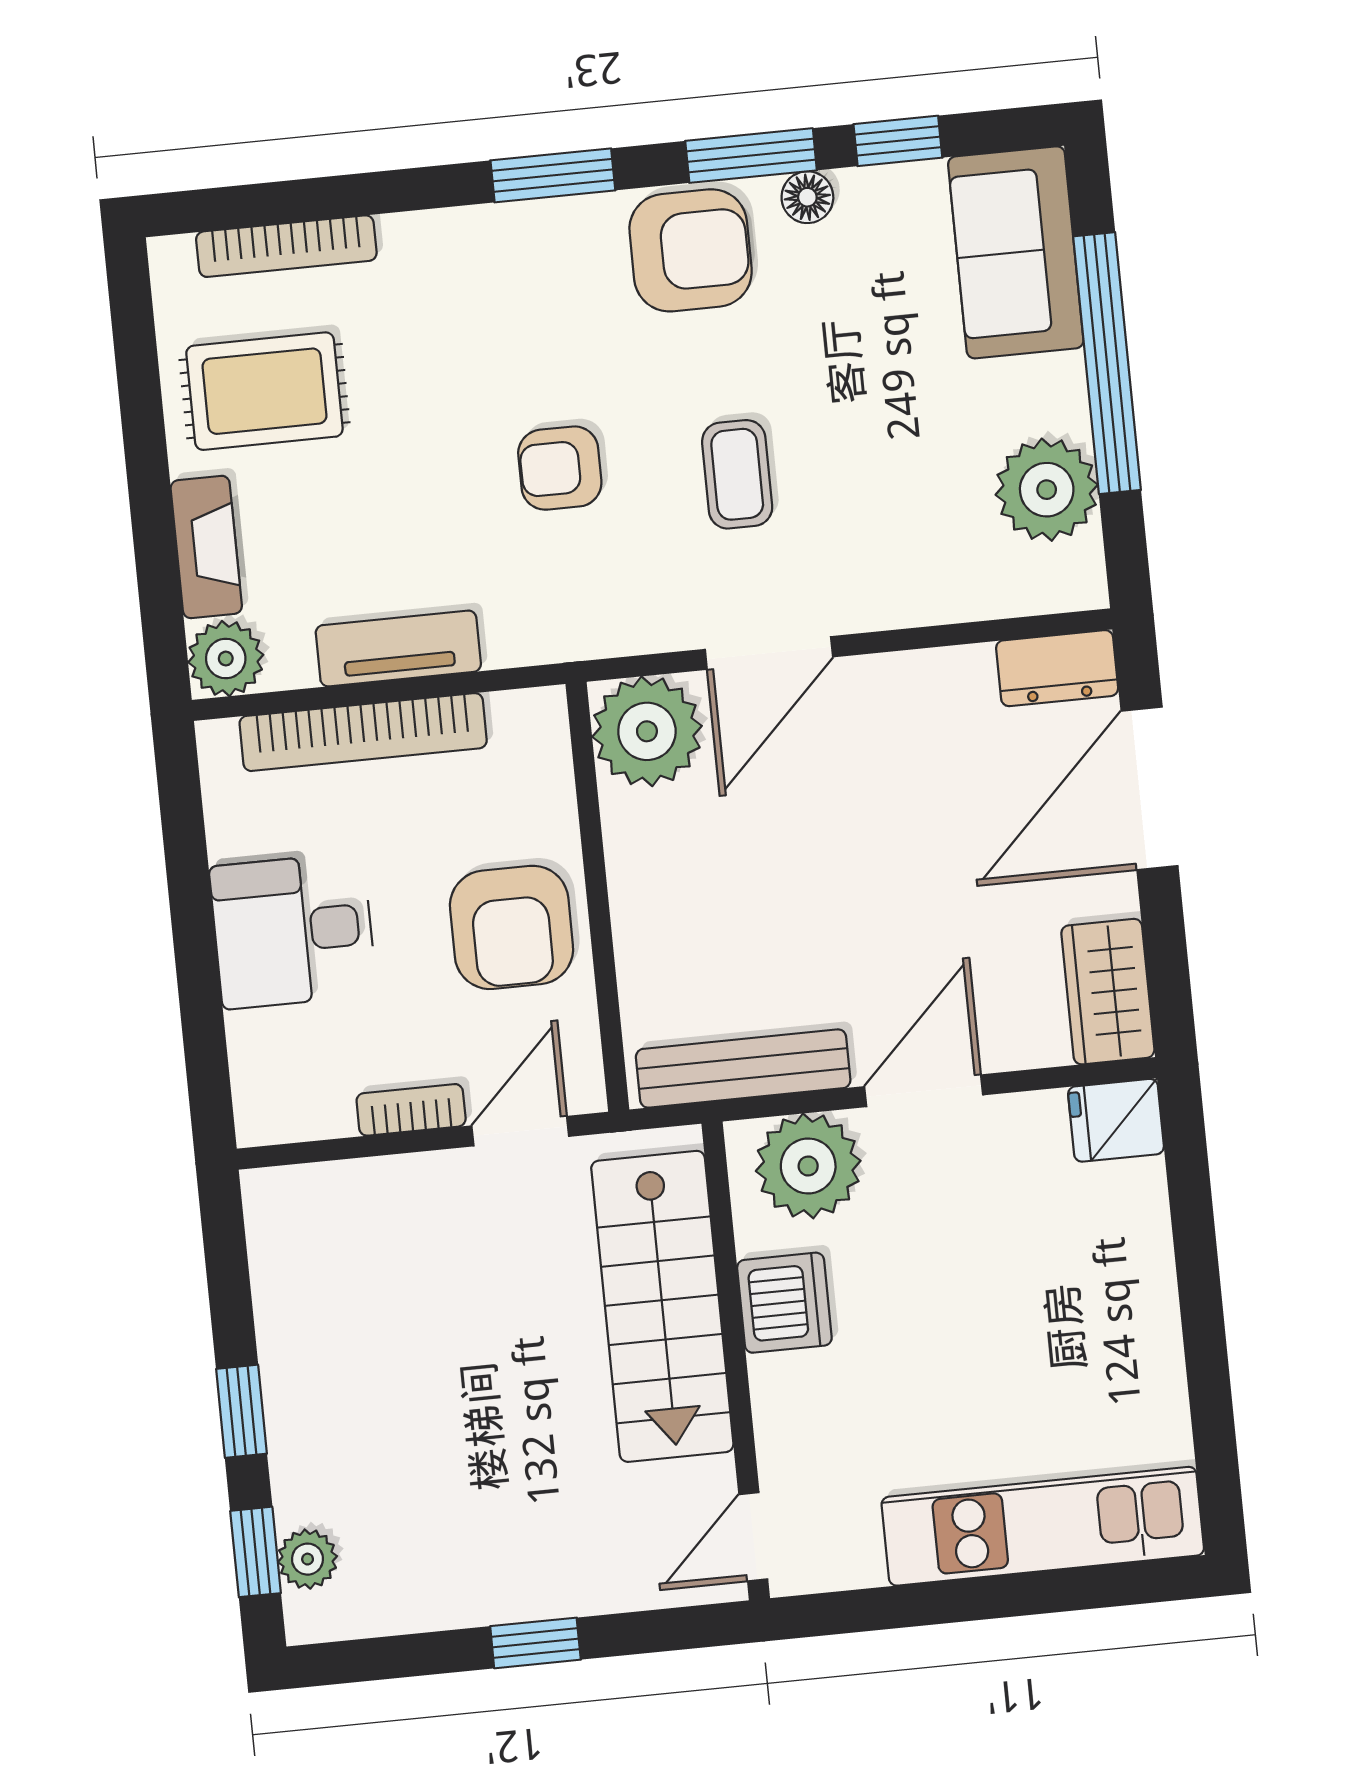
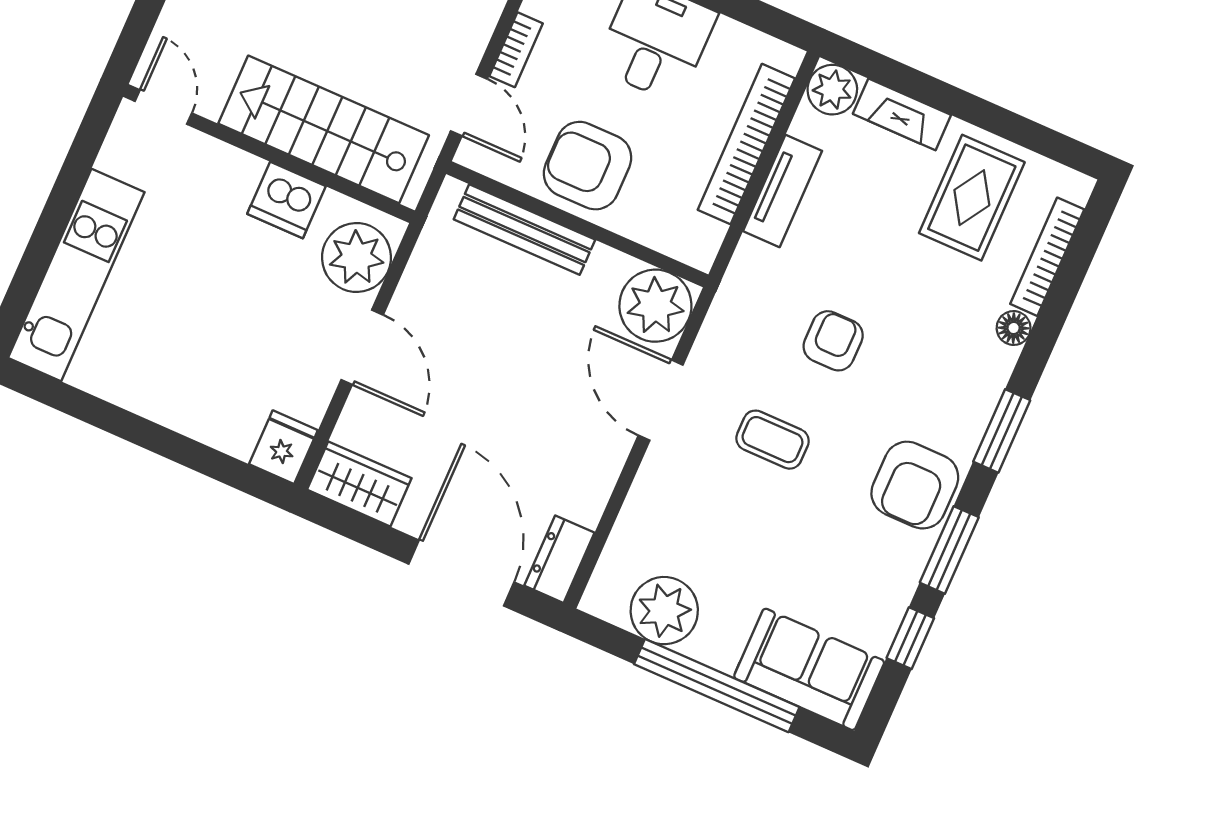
floor lamp: (807, 197) -> (1014, 328), moved
bench: (743, 1068) -> (524, 230), moved, turned 90

